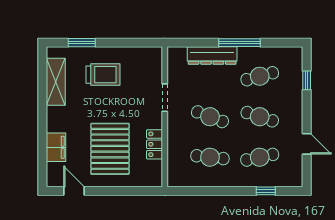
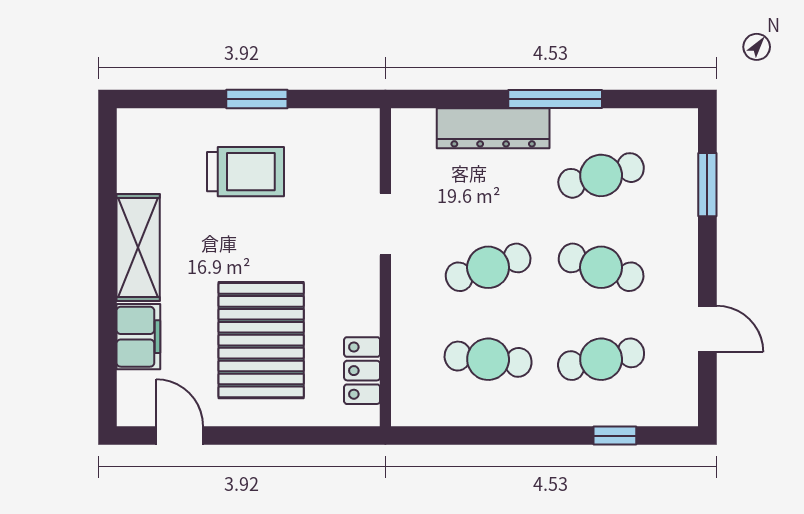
window: (82, 43) -> (257, 99), moved
window: (307, 80) -> (707, 185), width x1.50
shelving: (56, 82) -> (138, 247), moved
cafe table: (210, 117) -> (488, 267), turned -39
locker: (154, 144) -> (362, 371), moved

